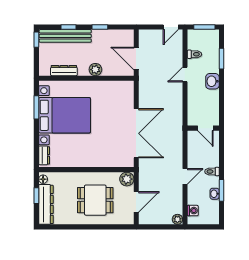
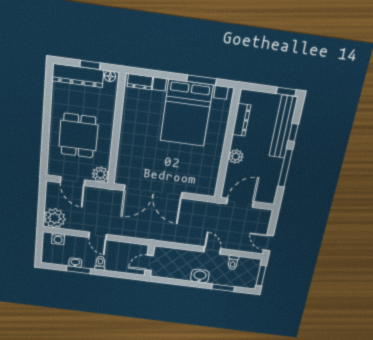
window: (100, 27) -> (285, 168), width x2.17
plant: (177, 219) -> (55, 218), width x1.87, depth x1.87

